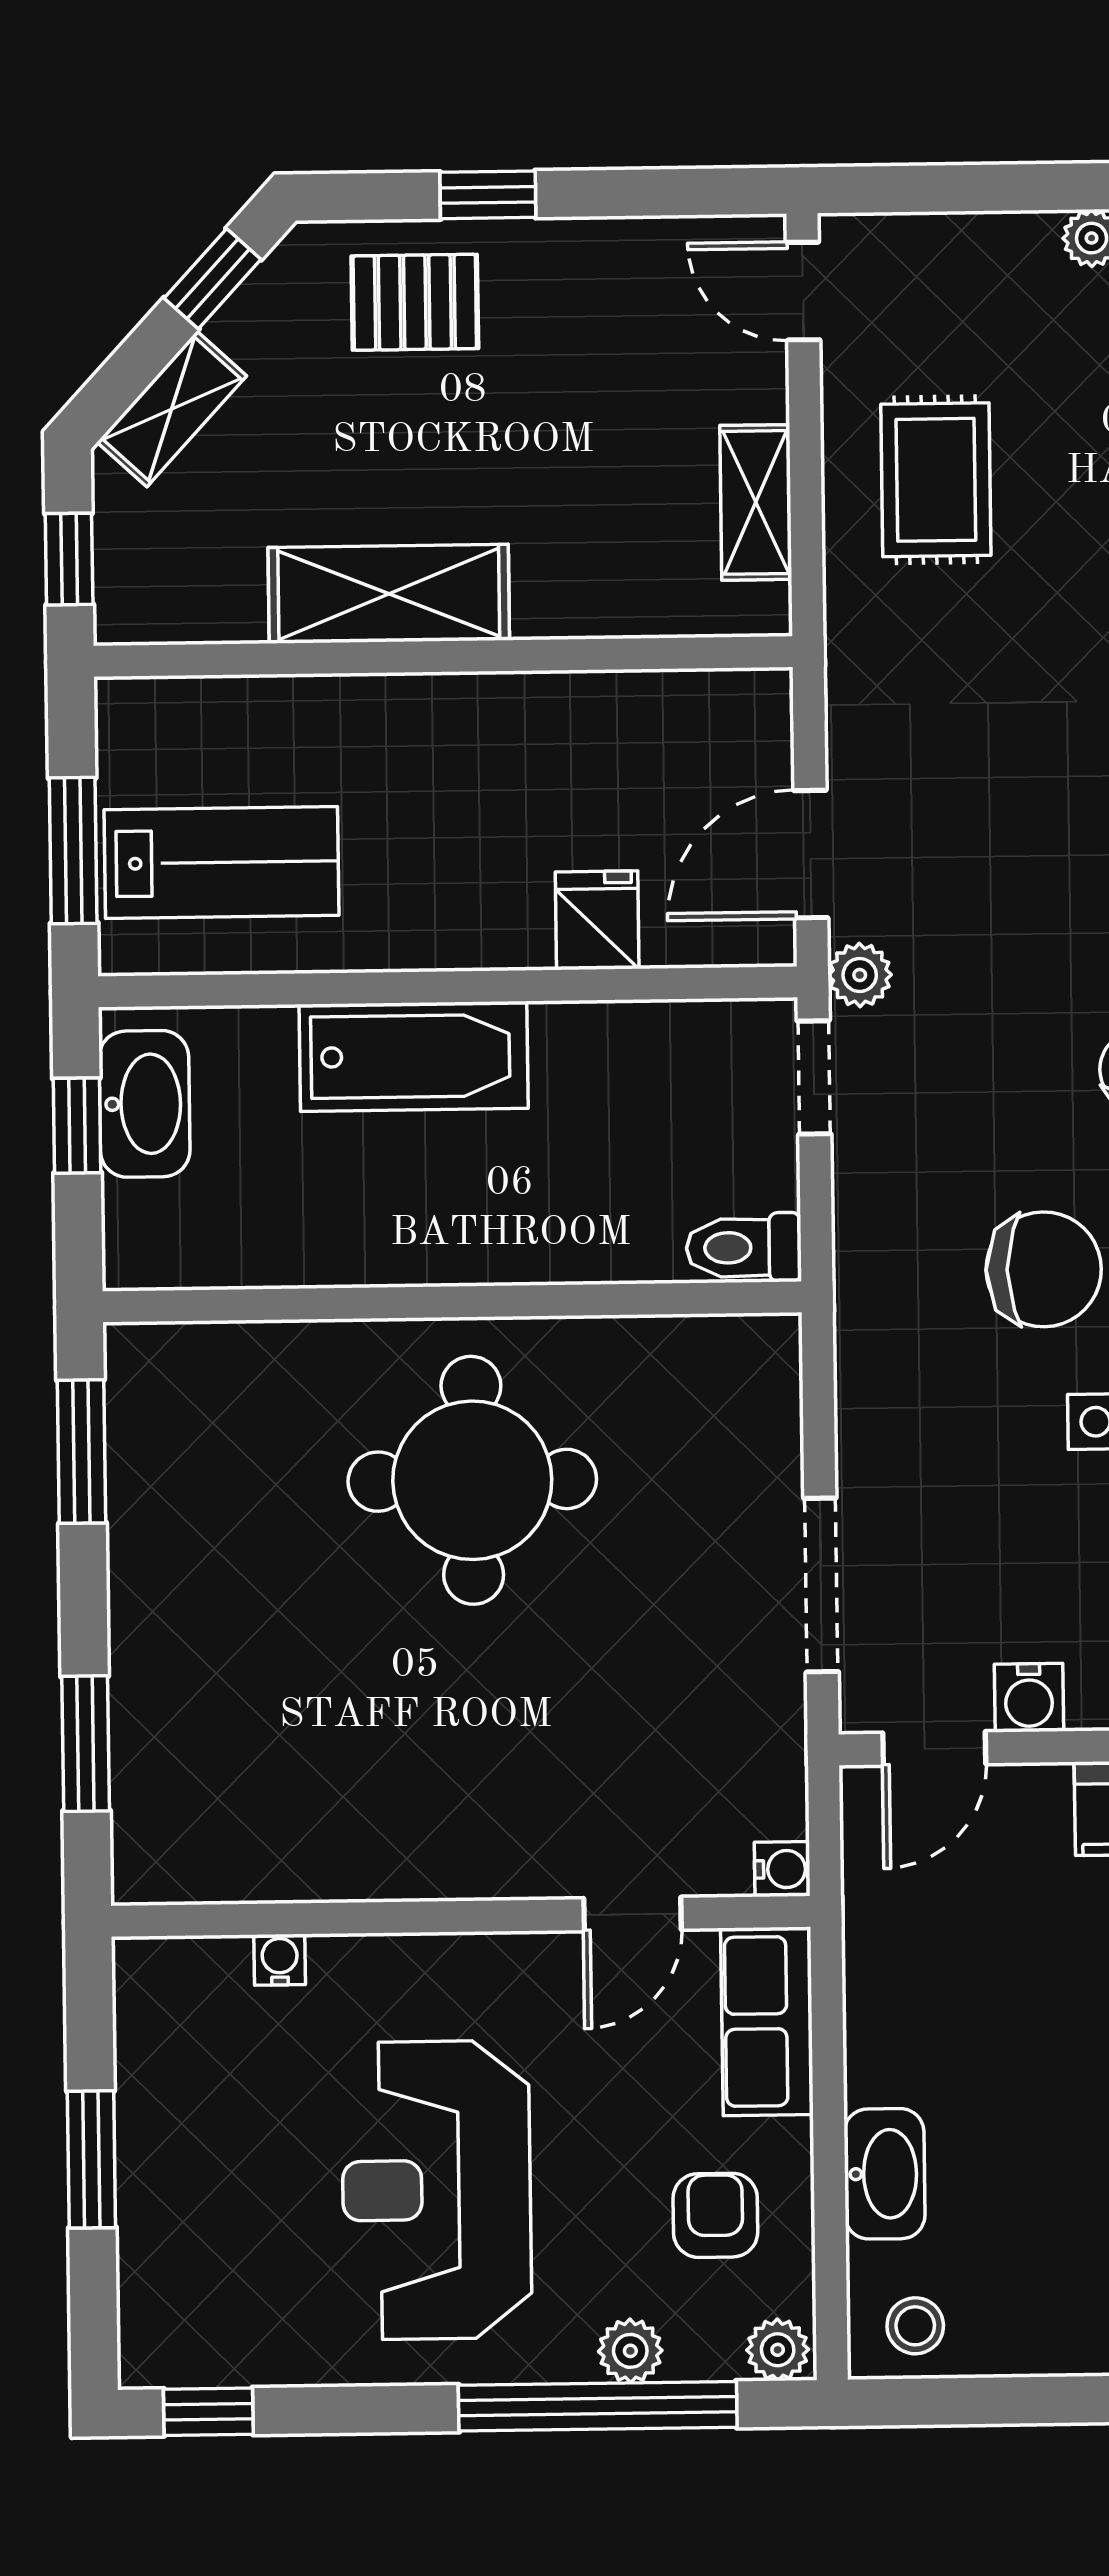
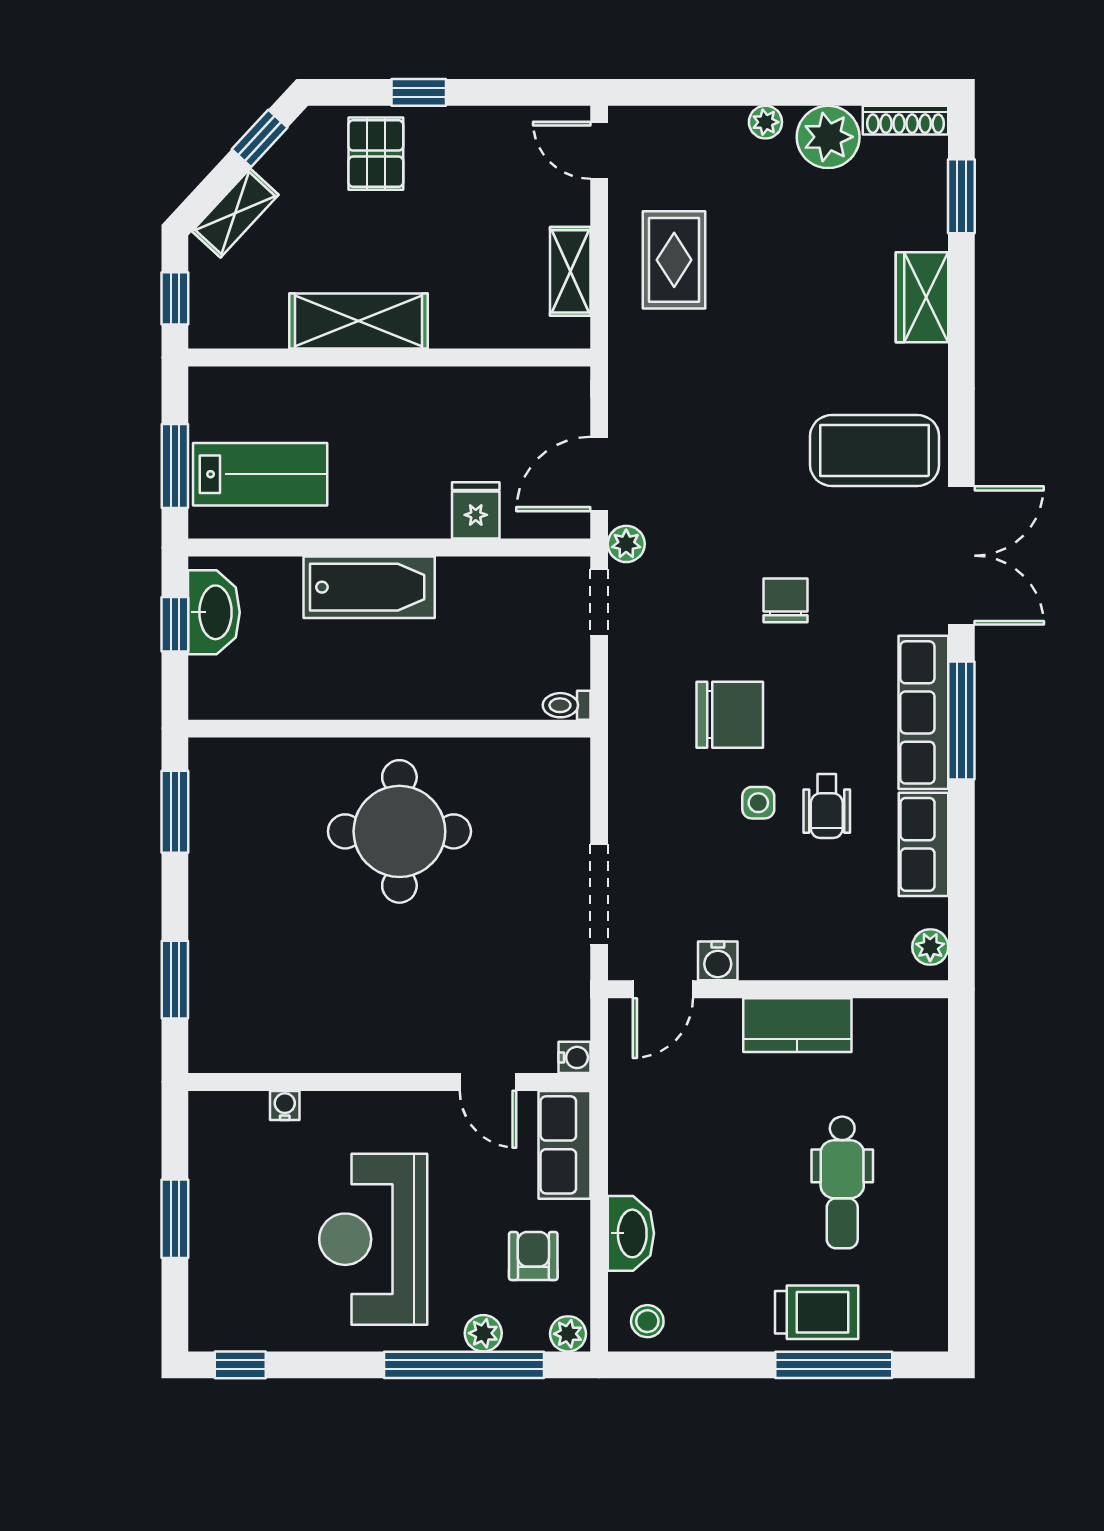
pallet: (415, 302) -> (376, 154), turned 90
toilet: (744, 1248) -> (567, 705), width x0.73, depth x0.72
door: (632, 1914) -> (488, 1082), hinge flipped

